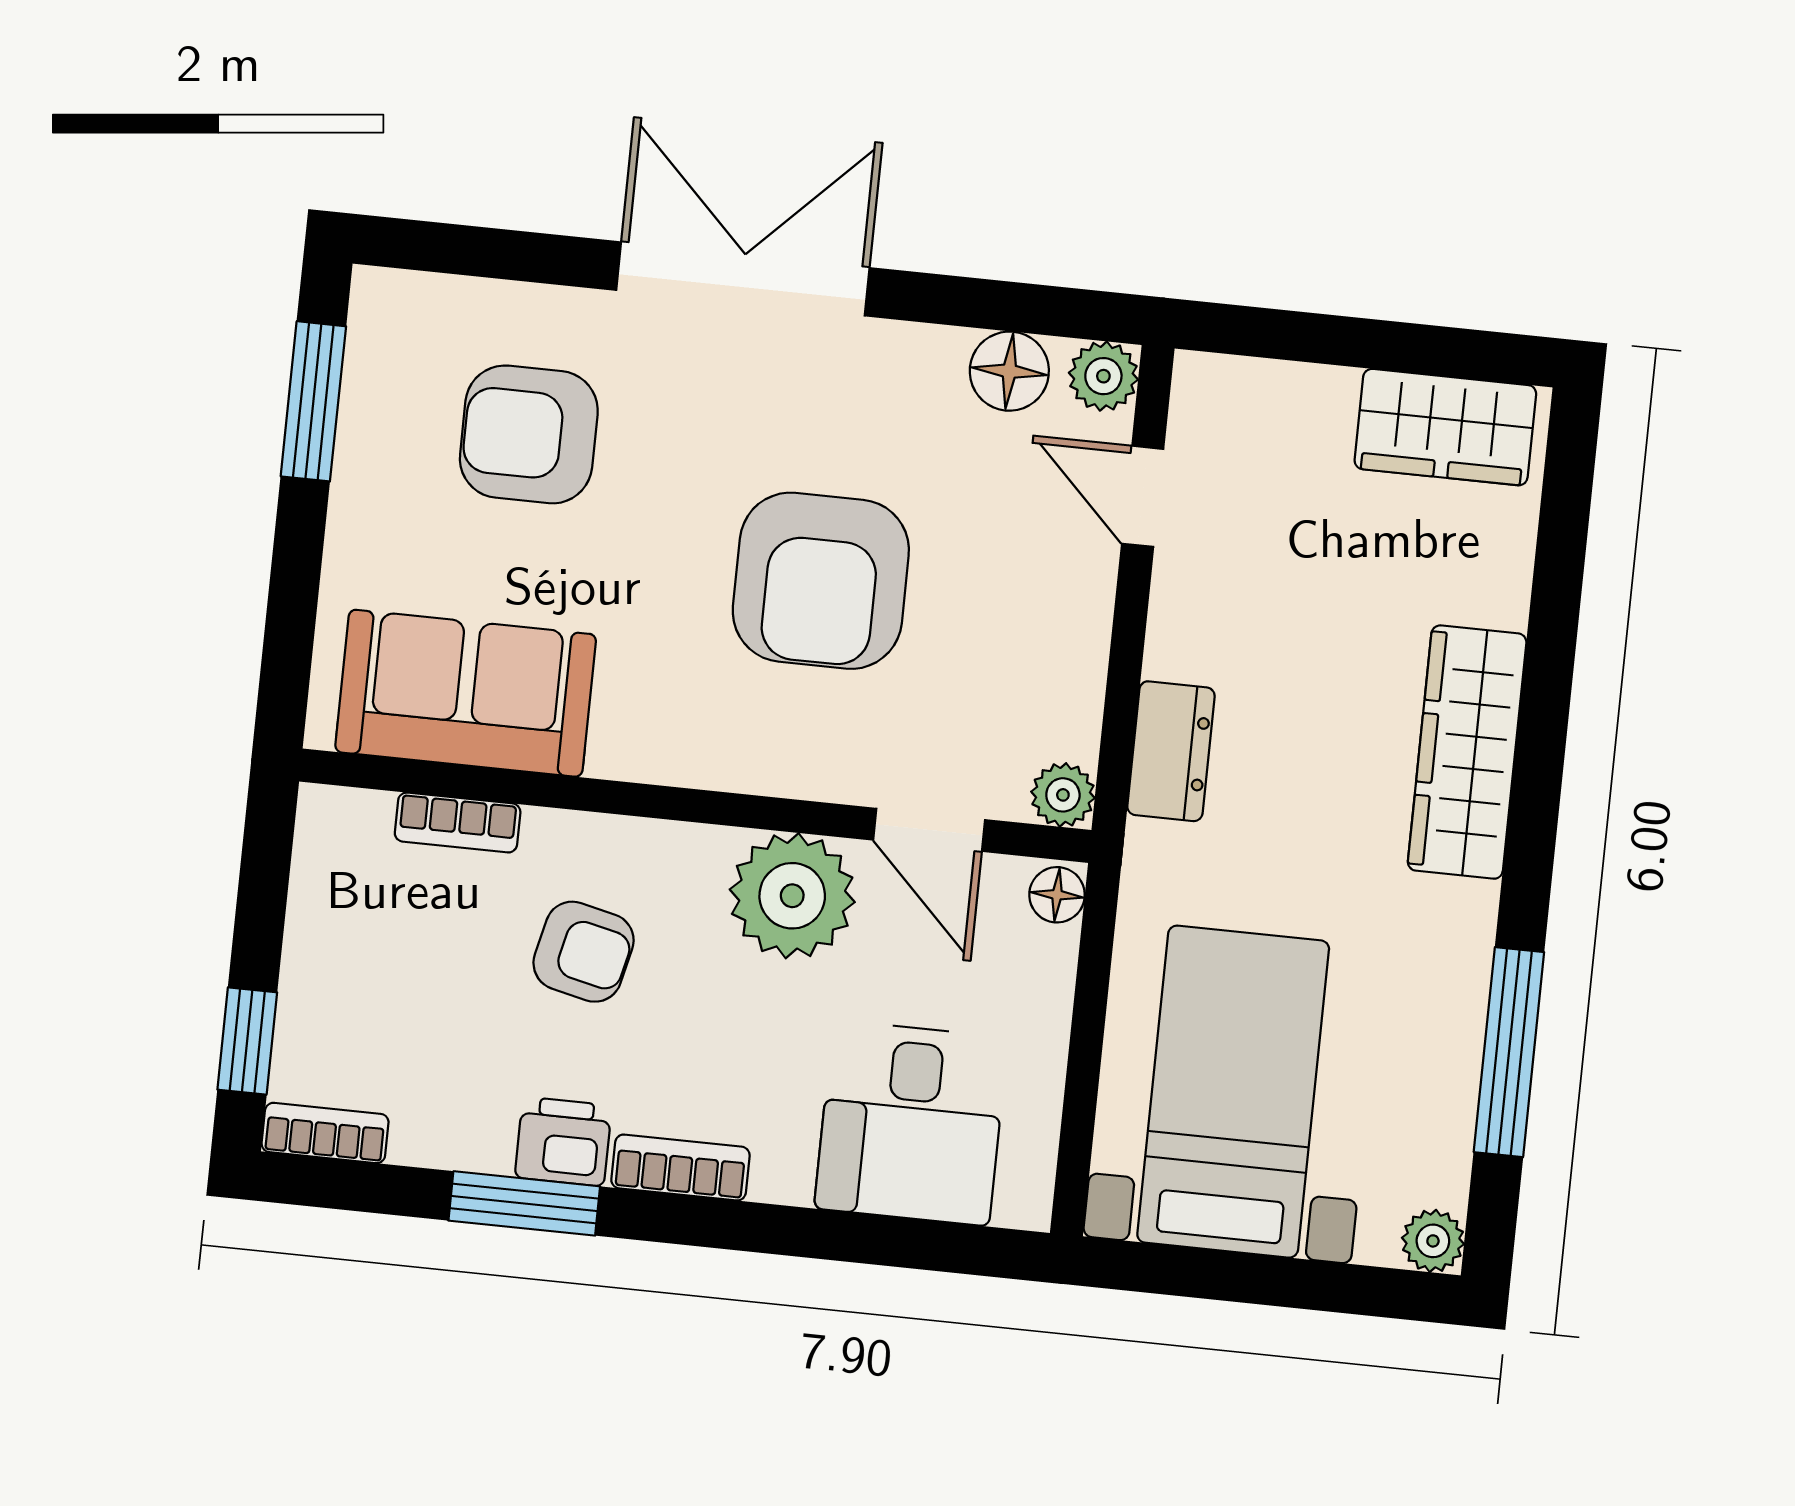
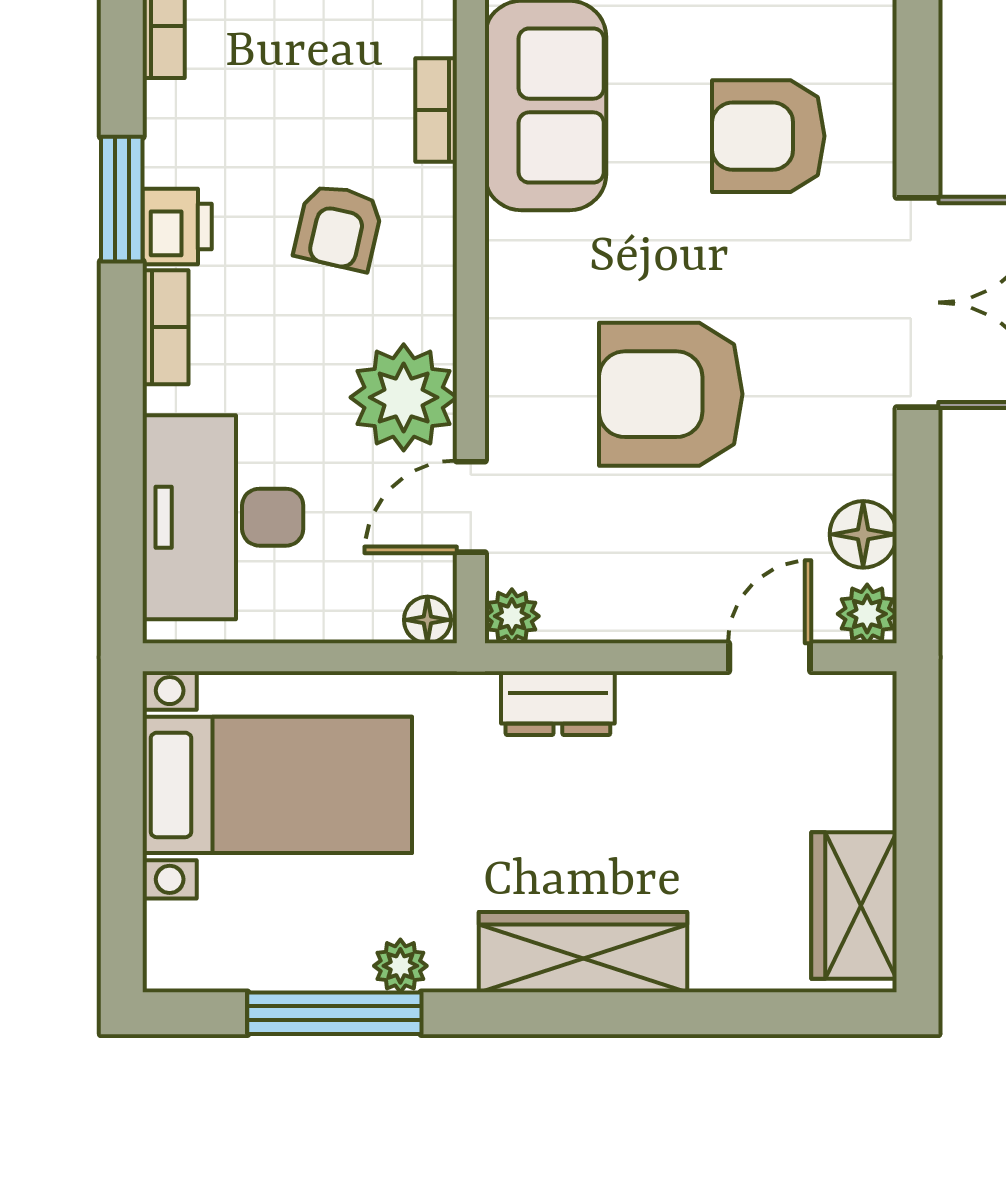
armchair: (529, 434) -> (768, 136), turned -90
desk: (911, 1123) -> (223, 517), width x1.37
plant: (1433, 1241) -> (400, 966), moved

